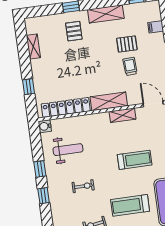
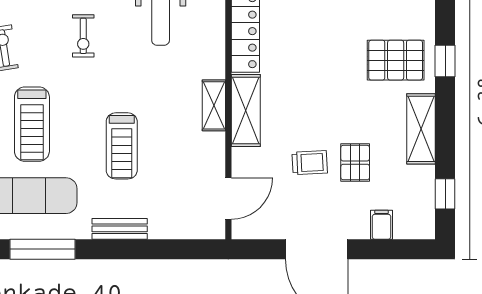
pallet: (74, 31) -> (396, 60), width x1.50, depth x1.42
shelving: (123, 115) -> (214, 105), moved
treadmill: (130, 205) -> (32, 124), turned 180

